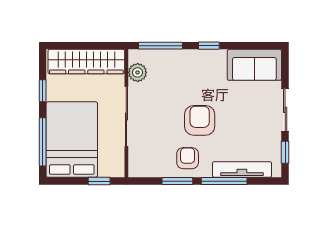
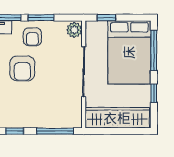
plant: (138, 72) -> (74, 30), moved

